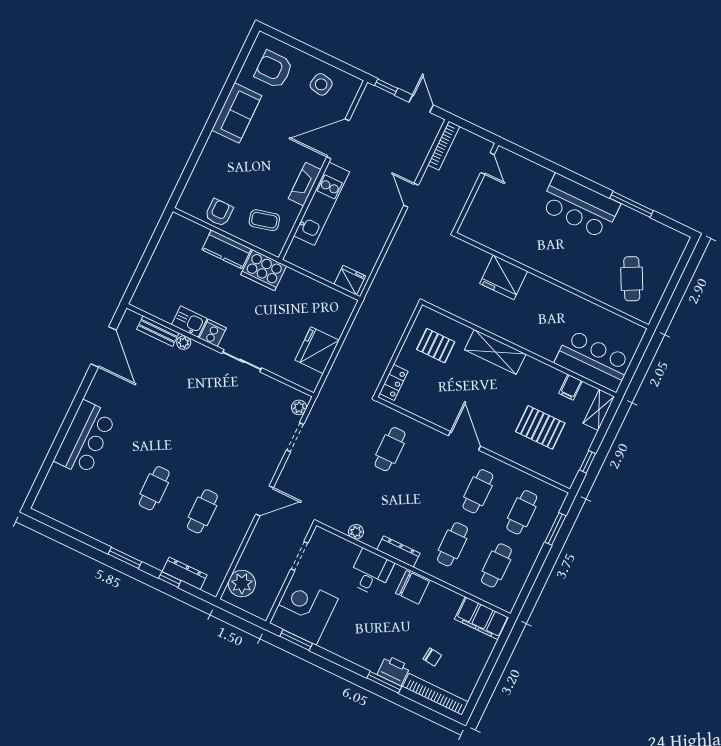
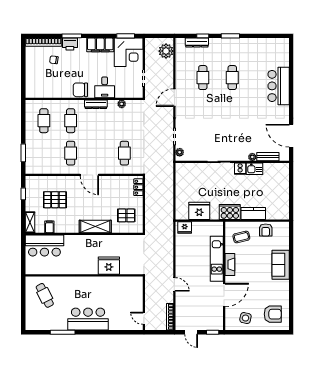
sofa: (237, 113) -> (281, 265), moved
fridge: (317, 350) -> (199, 211), moved, turned -90
cafe table: (522, 512) -> (44, 153), removed
filing cabinet: (482, 618) -> (100, 45), moved, turned 180

